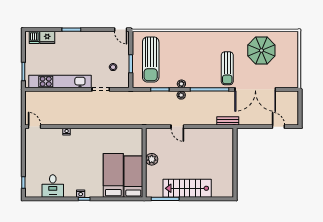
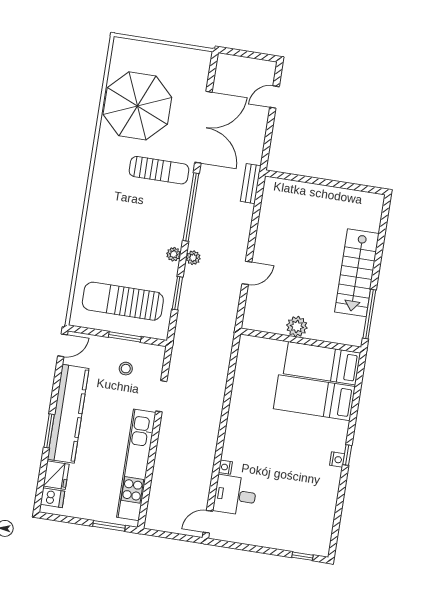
kitchen counter: (83, 39) -> (68, 414), added
parasol: (261, 51) -> (137, 106), width x1.36, depth x1.36
sun lounger: (151, 60) -> (123, 301), turned 180
desk: (53, 186) -> (235, 495), moved, turned 180

